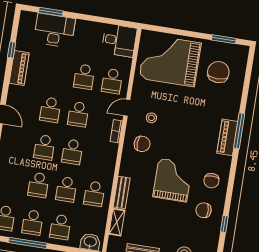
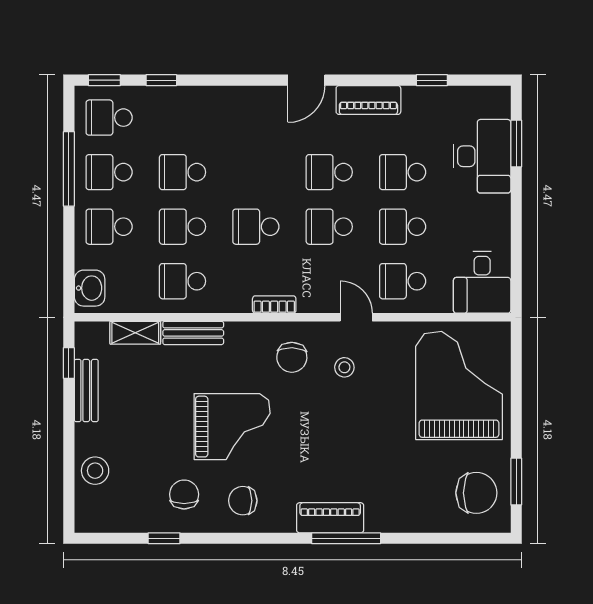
piano: (19, 68) -> (368, 100), moved
chair: (218, 72) -> (476, 493), moved
bookcase: (116, 131) -> (274, 305), moved
school desk: (44, 147) -> (403, 172), moved

